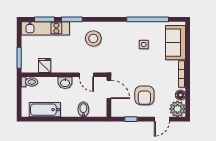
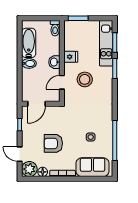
stool: (93, 38) -> (85, 79), moved
fridge: (45, 65) -> (71, 57), moved
door: (109, 89) -> (37, 104), moved
armchair: (144, 95) -> (53, 143), moved
bidet: (83, 109) -> (29, 63), moved

